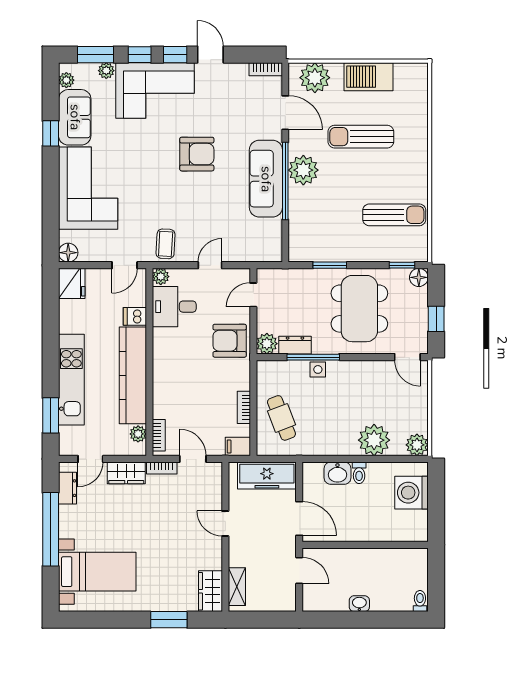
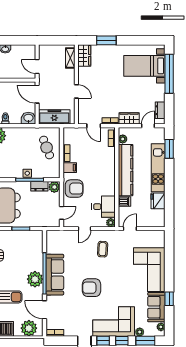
coffee table: (166, 244) -> (103, 249), moved
floor lamp: (68, 253) -> (160, 235), removed
fridge: (72, 283) -> (158, 201), moved
filing cabinet: (238, 447) -> (70, 168), moved
washbasin: (337, 473) -> (28, 118), moved
window: (51, 529) -> (169, 74), moved

